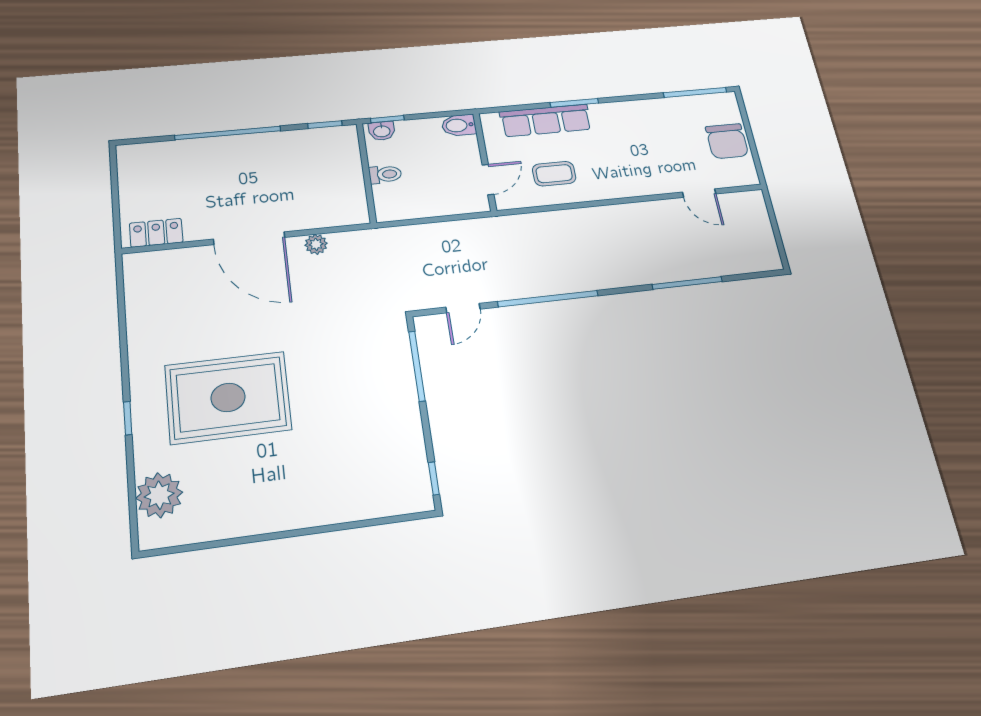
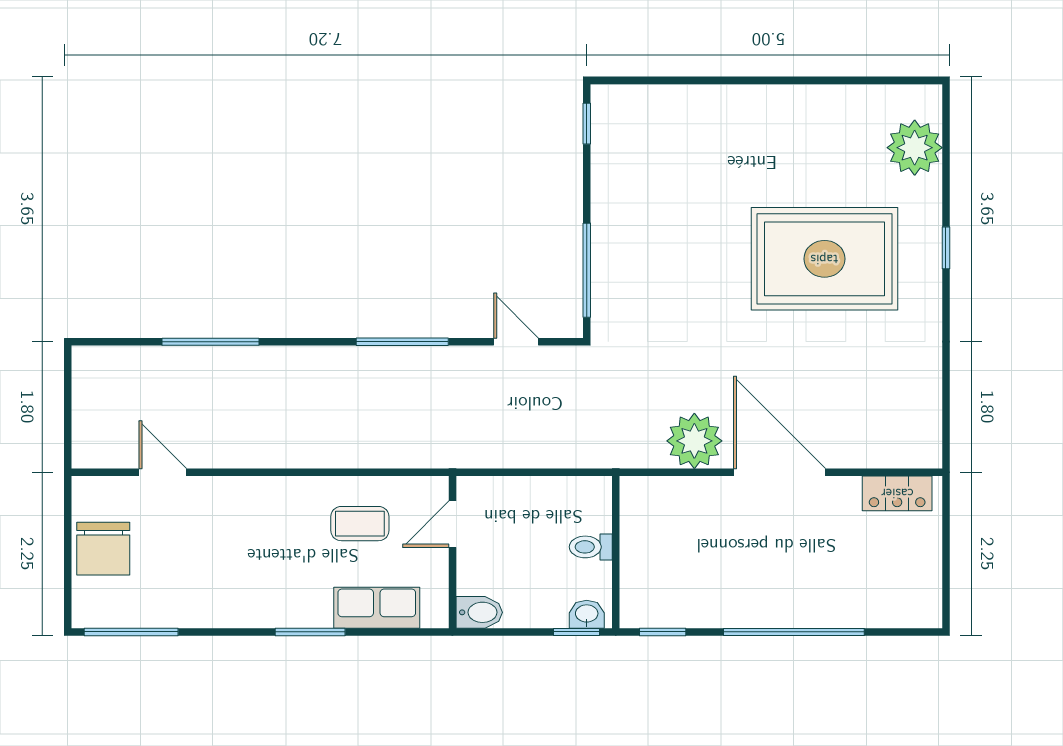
row of seats: (546, 120) -> (377, 608), width x0.68
chair: (727, 141) -> (103, 549), turned 180
plant: (316, 244) -> (694, 441), width x1.88, depth x1.88
window: (548, 299) -> (402, 342), width x0.68
door: (463, 308) -> (516, 342), hinge flipped

